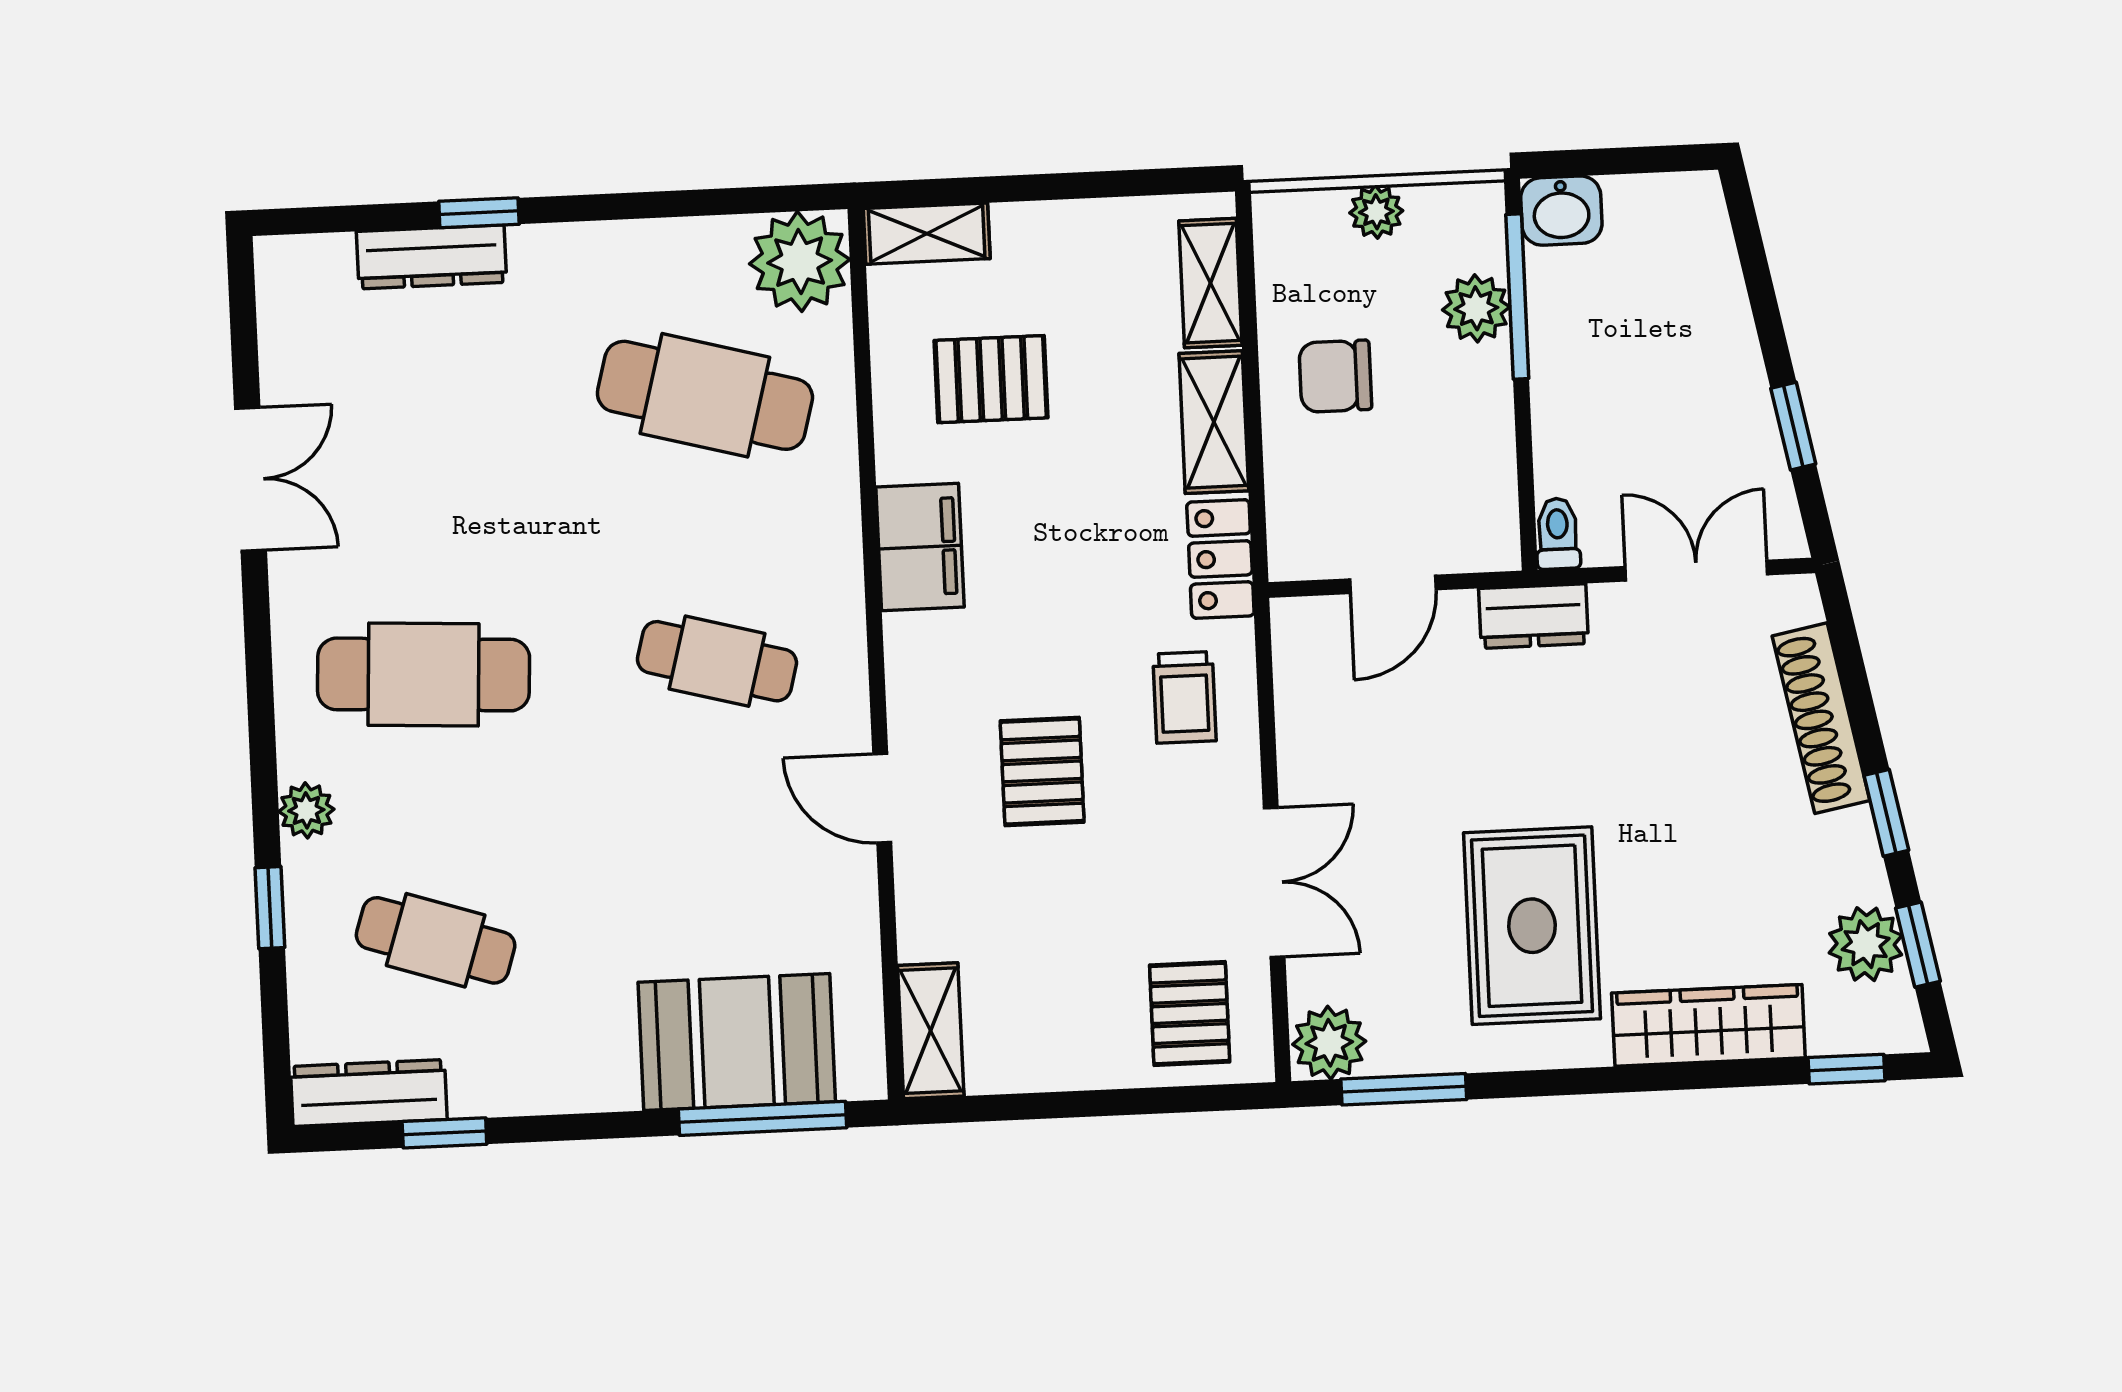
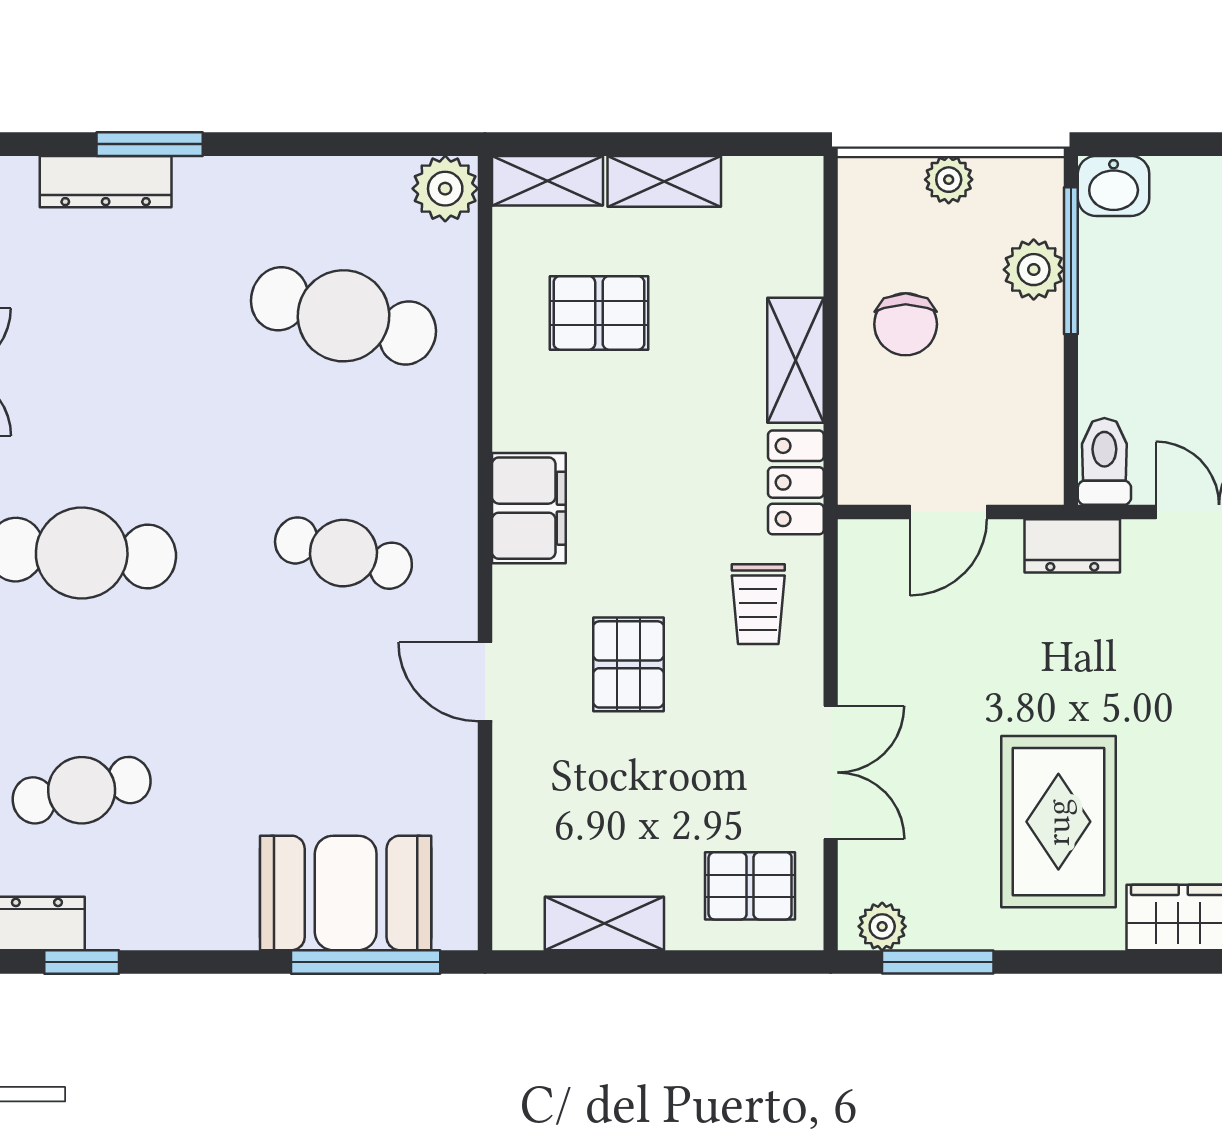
window: (479, 213) -> (150, 144), width x1.50
plant: (800, 262) -> (445, 189), width x0.73, depth x0.73
shelving: (1210, 283) -> (664, 181), moved, turned 90
chair: (1335, 376) -> (906, 324), turned -90
toilet: (1558, 534) -> (1104, 461), width x1.37, depth x1.39
filing cabinet: (920, 547) -> (529, 508), moved
cafe table: (436, 940) -> (82, 790), turned -30
pallet: (1190, 1013) -> (750, 886), turned 90
shelving: (931, 1031) -> (604, 923), moved, turned 90
plant: (1329, 1043) -> (882, 926), width x0.73, depth x0.73

